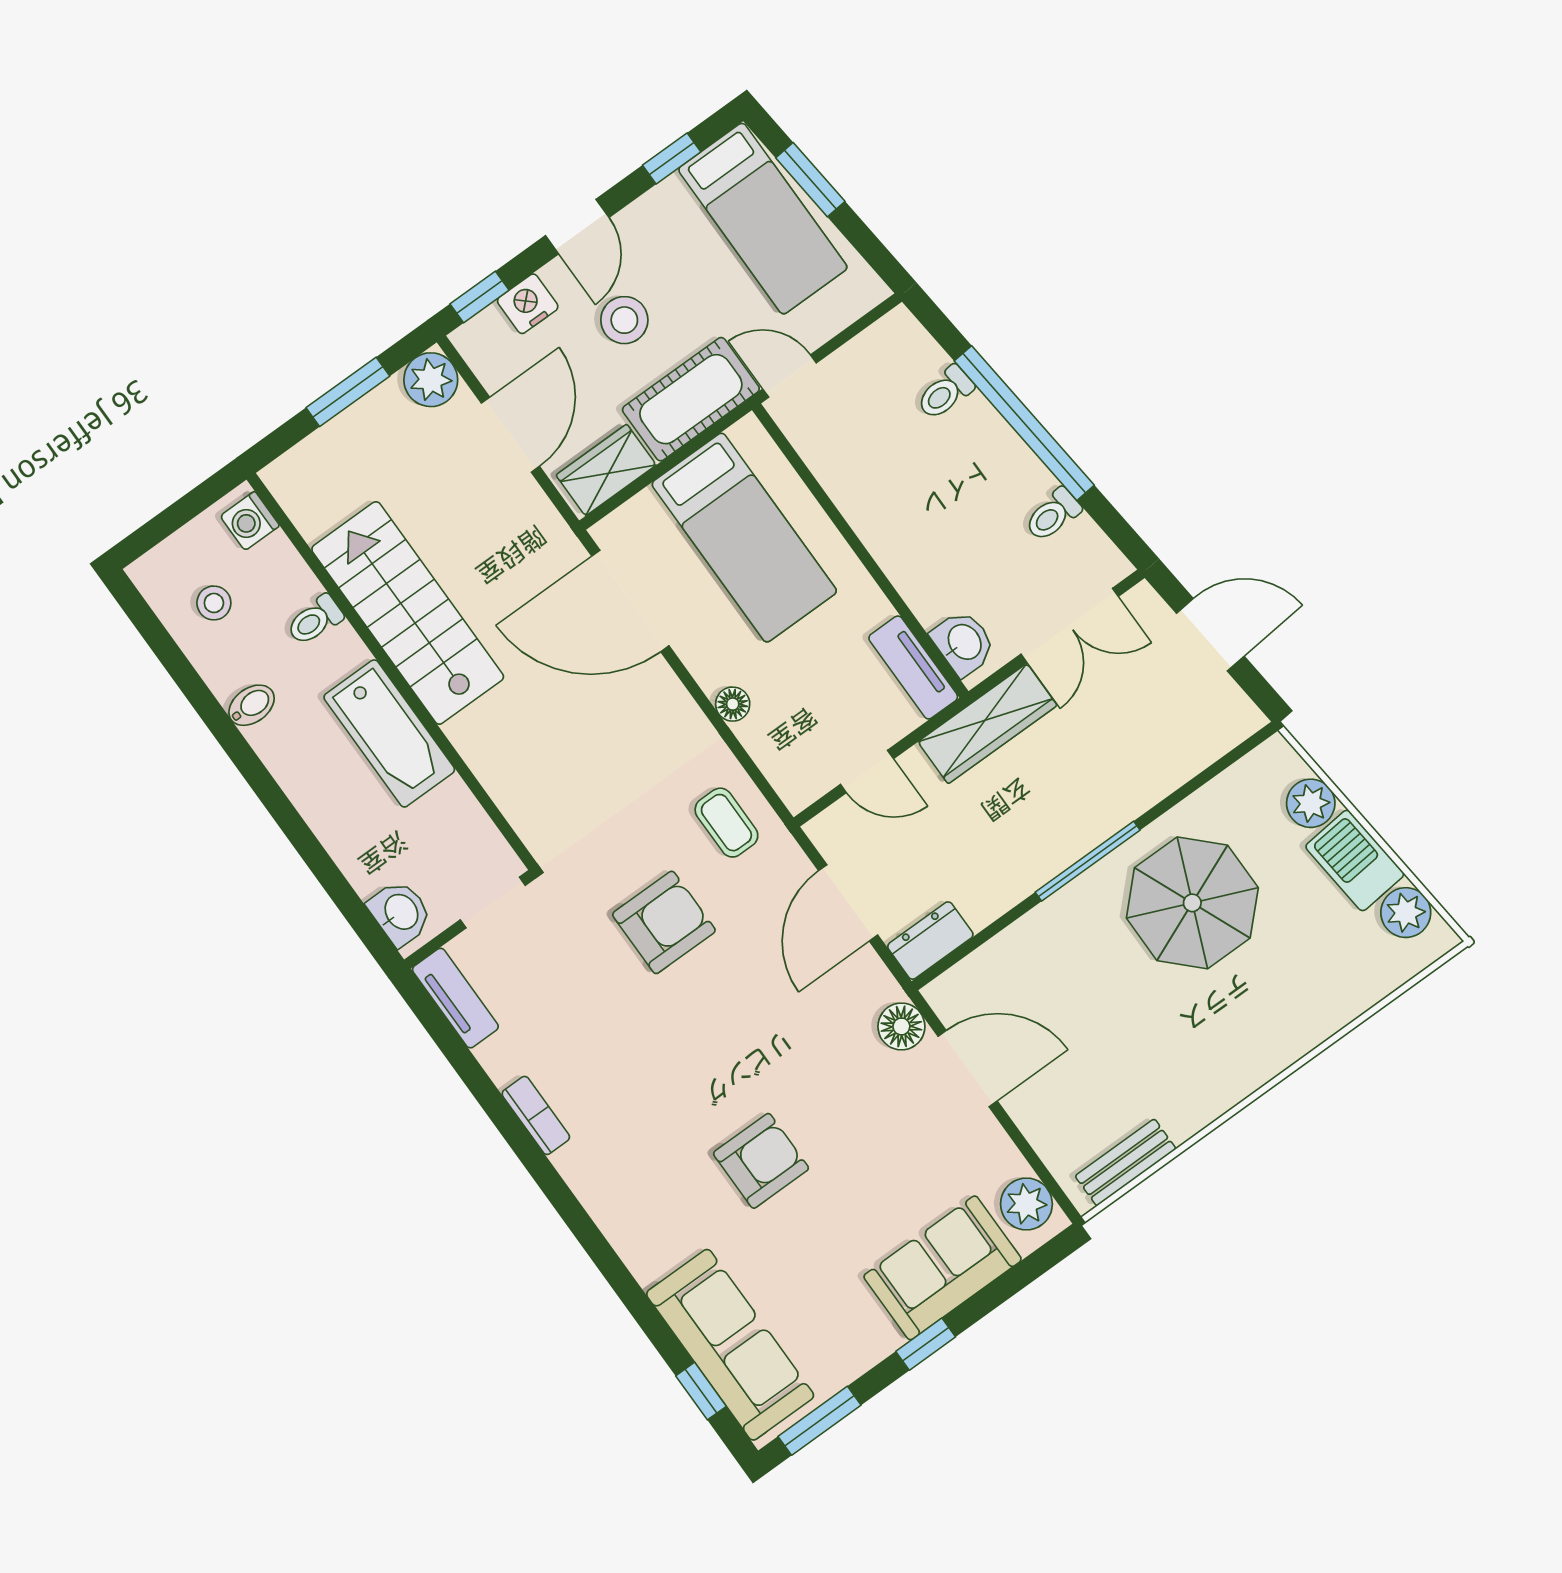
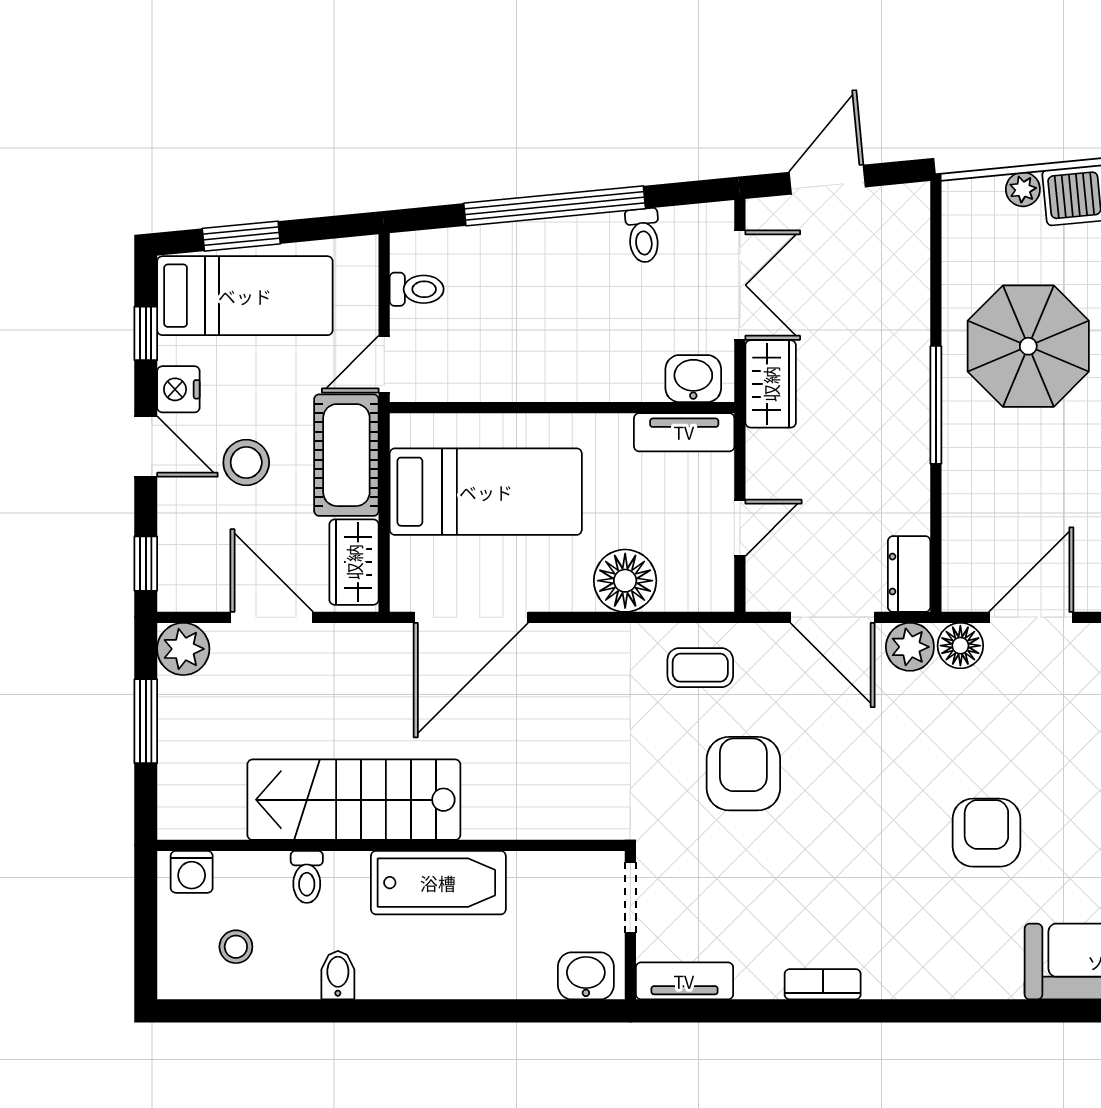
nightstand: (528, 304) -> (178, 389), moved
toilet: (945, 393) -> (417, 289), moved, turned -84
floor lamp: (733, 704) -> (625, 581), width x1.89, depth x1.89
wardrobe: (987, 724) -> (771, 384), width x0.67
plant: (1311, 803) -> (1023, 189), width x0.73, depth x0.73
plant: (870, 985) -> (910, 647), added

